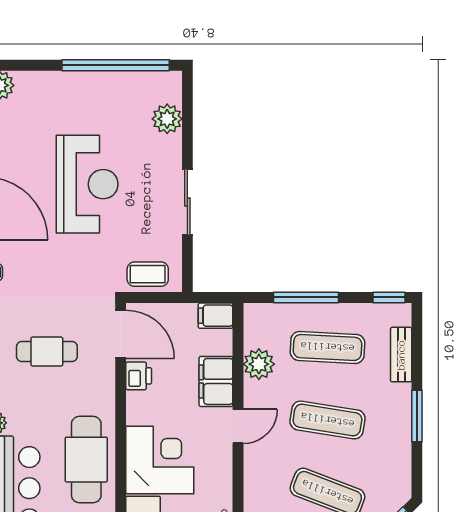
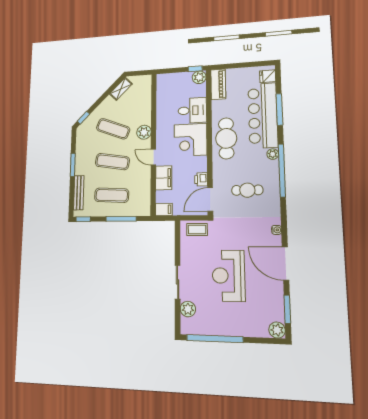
sliding door: (187, 202) -> (178, 282), moved
door: (121, 334) -> (210, 199), hinge flipped
bench: (401, 355) -> (79, 193), width x1.36
plant: (259, 364) -> (144, 132), moved
door: (238, 426) -> (153, 157), hinge flipped

